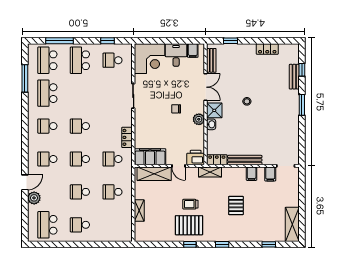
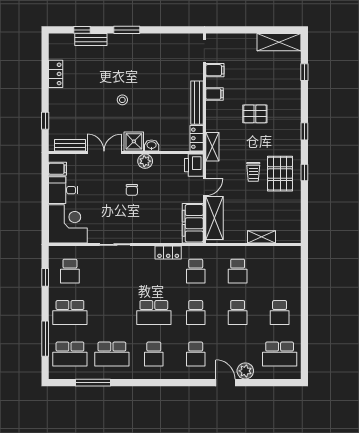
school desk: (80, 126) -> (154, 313), width x1.85

